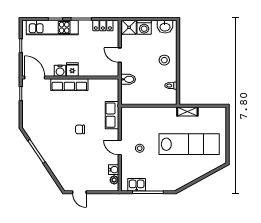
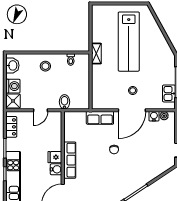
shelving: (187, 111) -> (96, 54), moved
lab bench: (189, 144) -> (129, 42), turned 180
door: (120, 147) -> (132, 110), width x1.88

